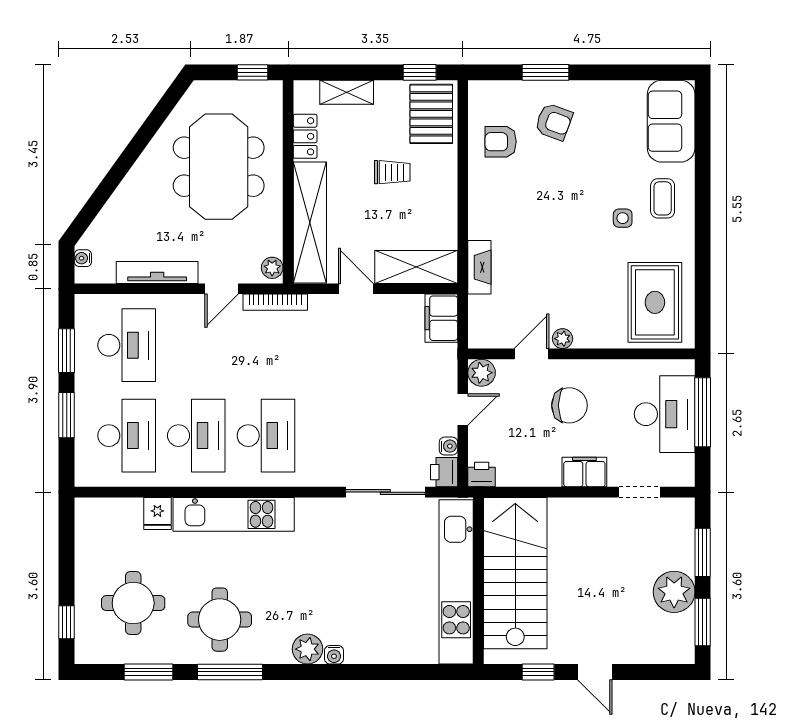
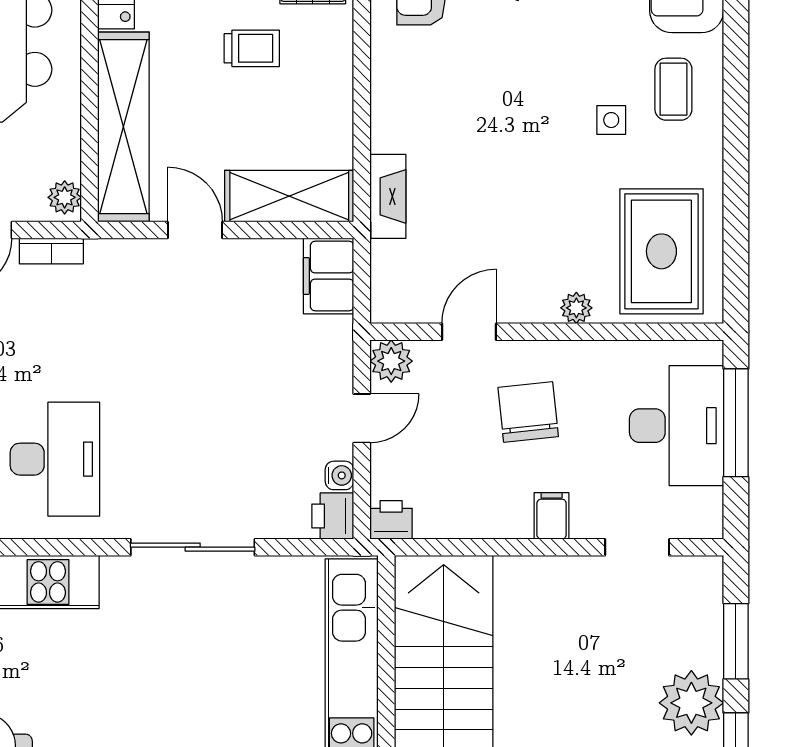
bookcase: (275, 302) -> (51, 251), width x0.64
plant: (562, 339) -> (576, 308), moved
chair: (569, 405) -> (528, 412), turned -96
filing cabinet: (584, 472) -> (552, 516), width x0.50
sliding door: (385, 492) -> (193, 547), moved

